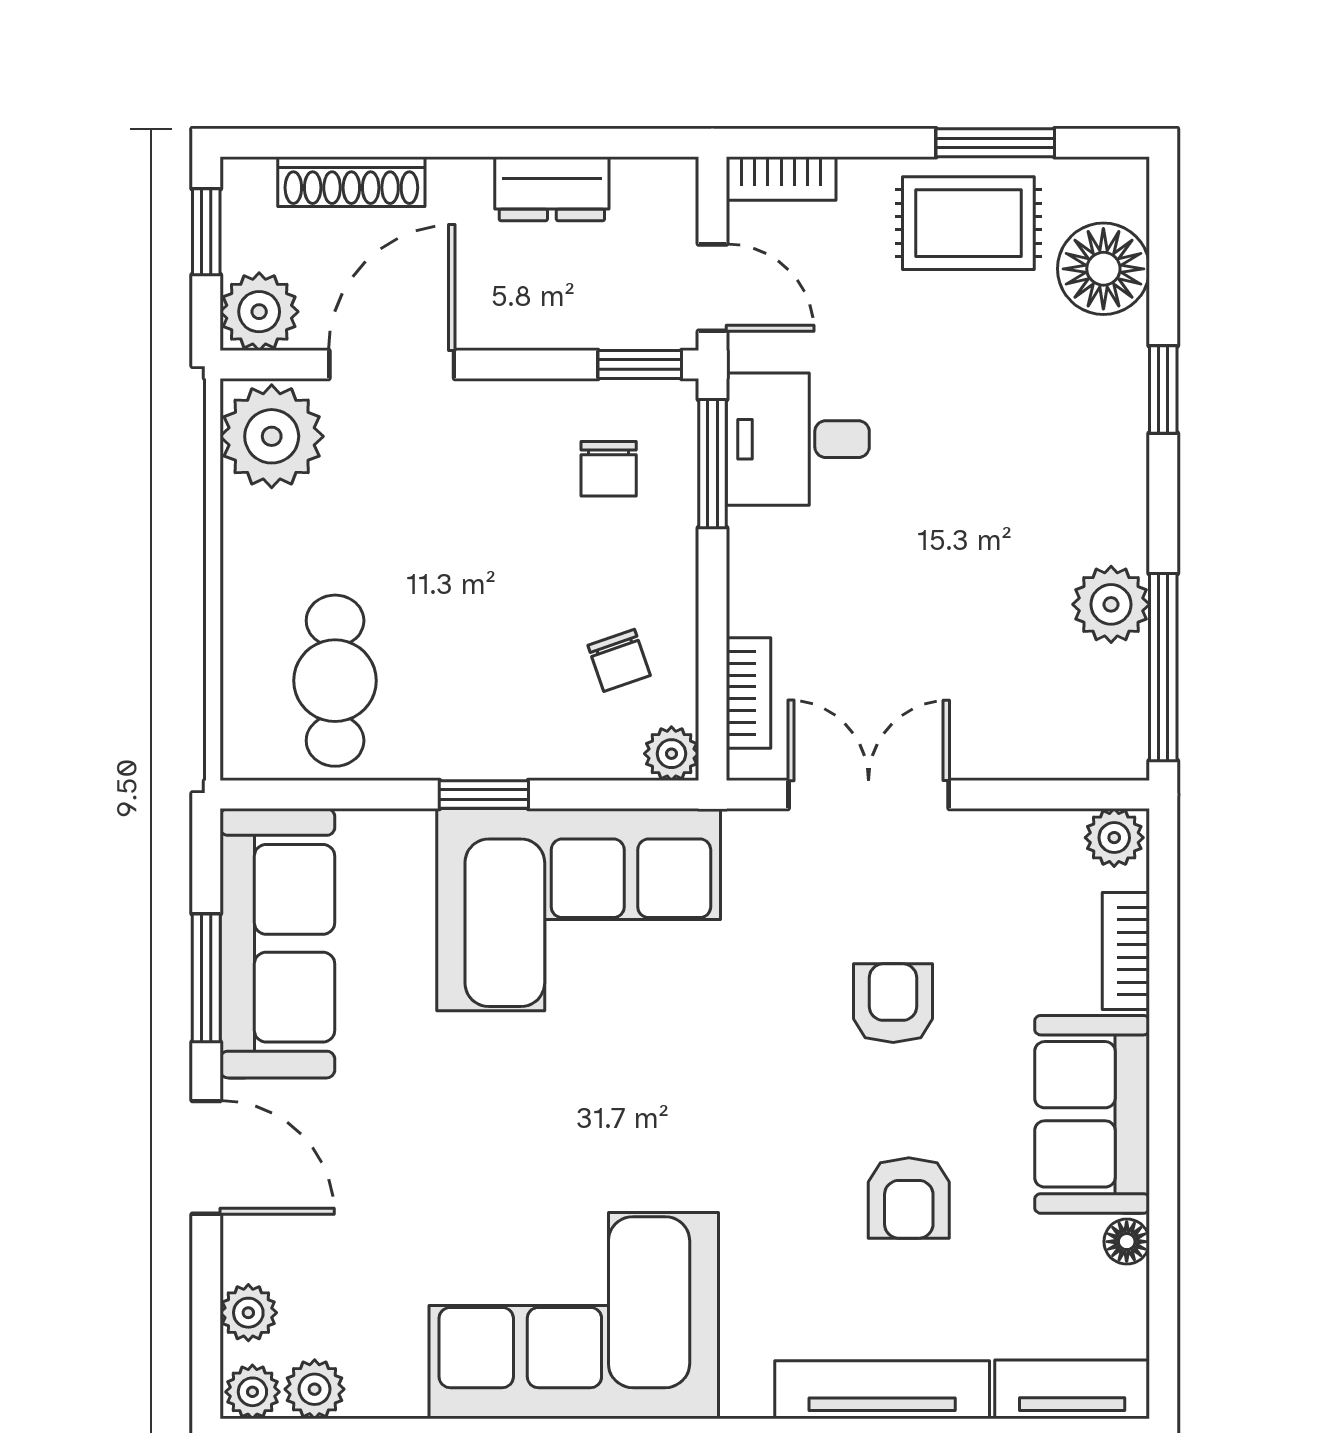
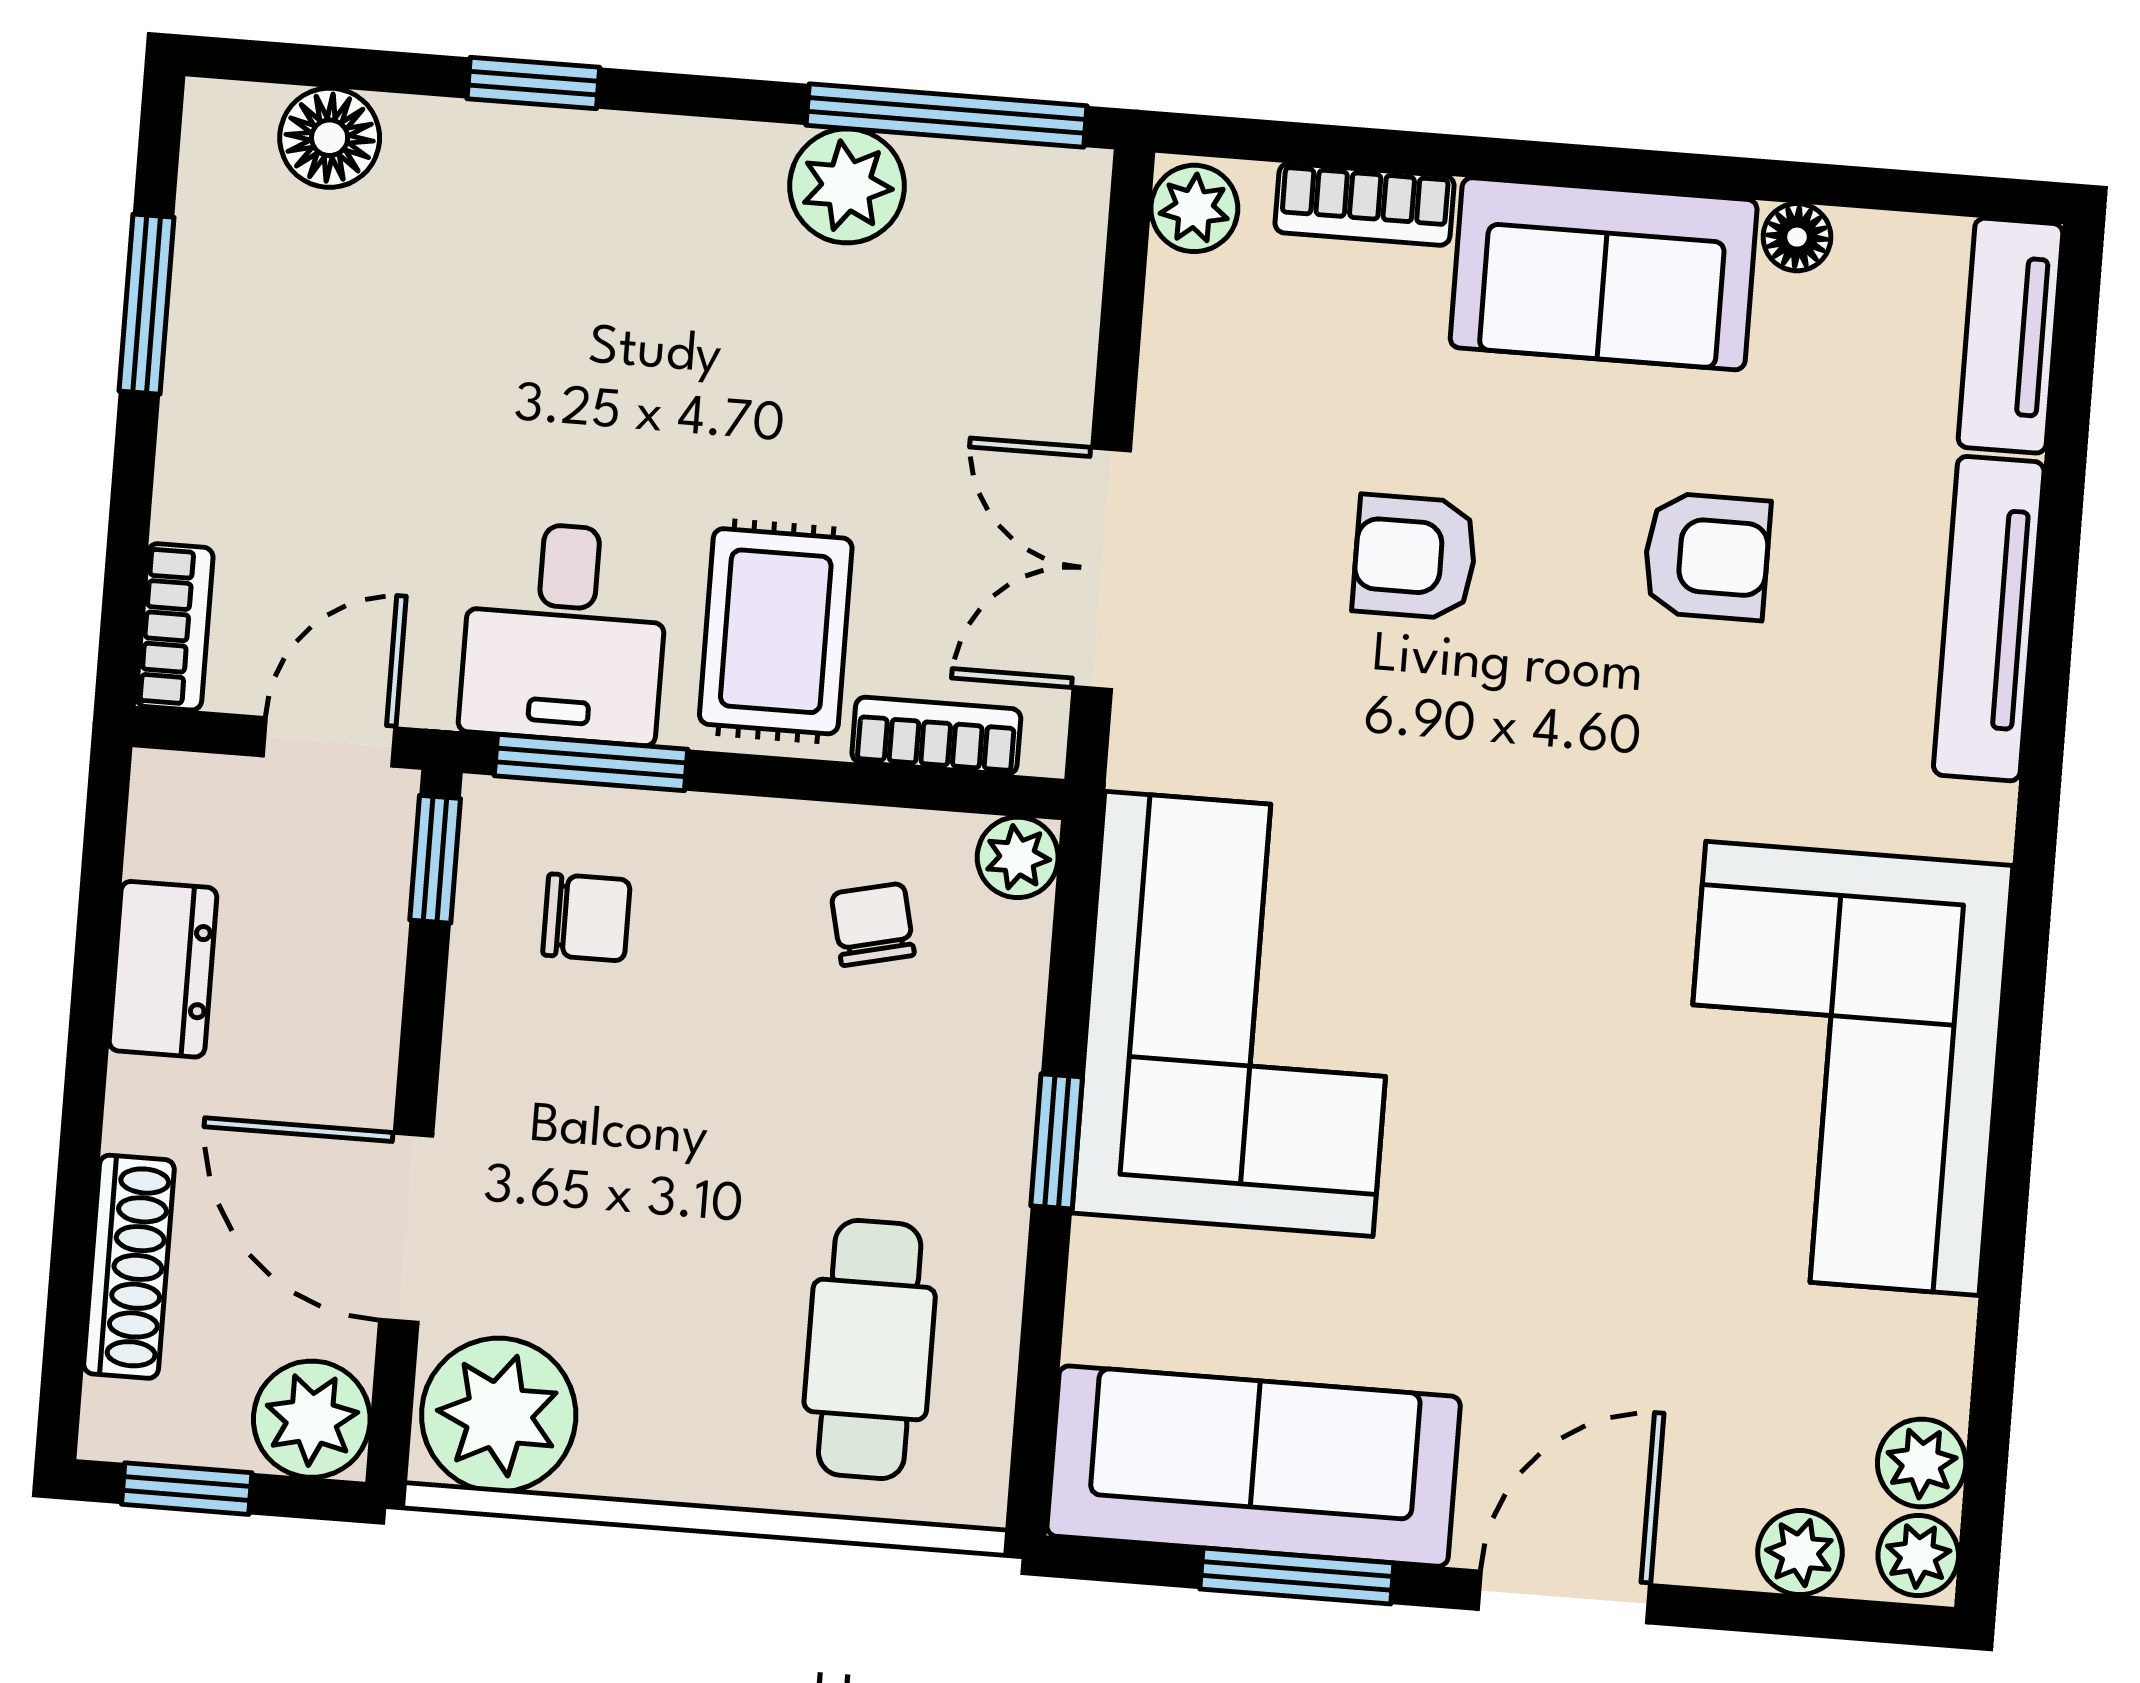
rug: (968, 223) -> (776, 631), moved
floor lamp: (1103, 269) -> (330, 138), width x0.73, depth x0.73
chair: (619, 660) -> (873, 924), turned -84
cafe table: (335, 681) -> (870, 1349), turned 90

